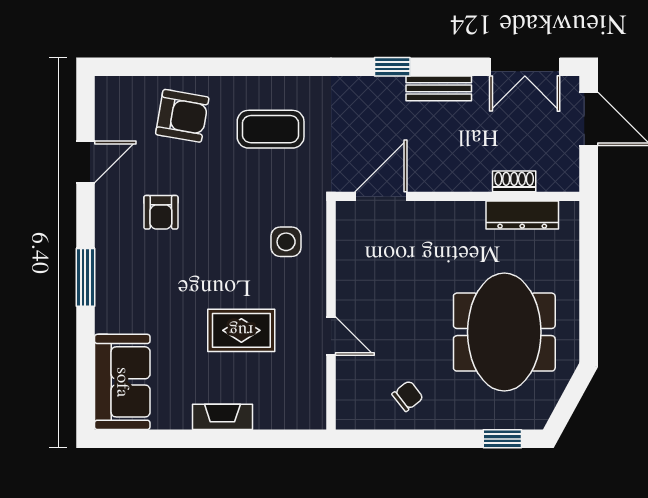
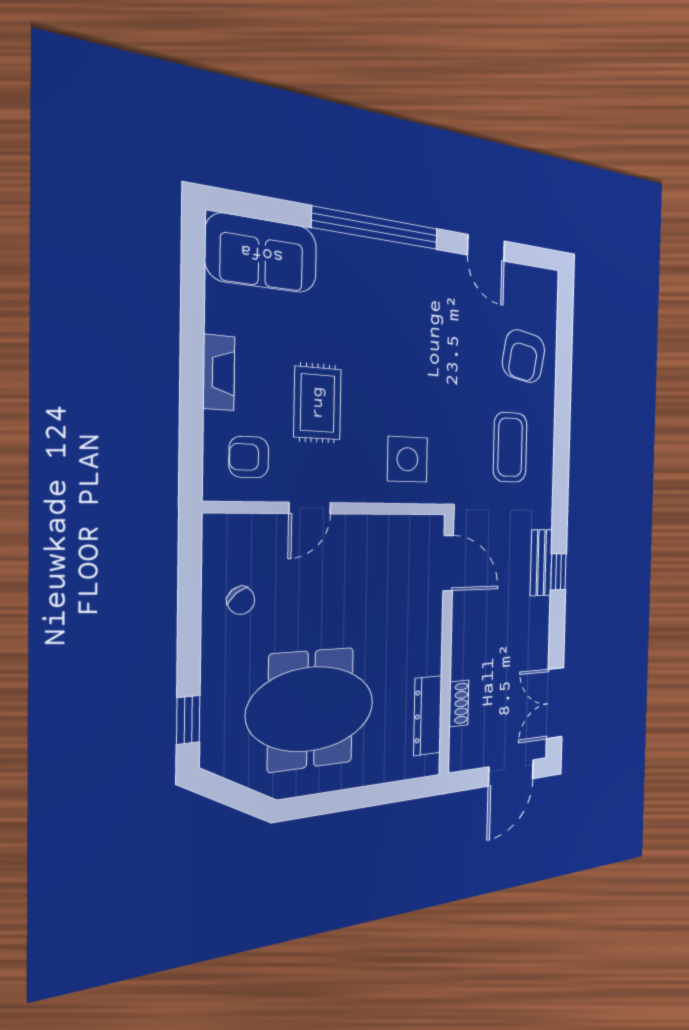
bench: (439, 88) -> (541, 563), moved
armchair: (161, 212) -> (249, 457), moved
side table: (286, 242) -> (407, 459), width x1.37, depth x1.37
window: (85, 277) -> (376, 228), width x2.11

